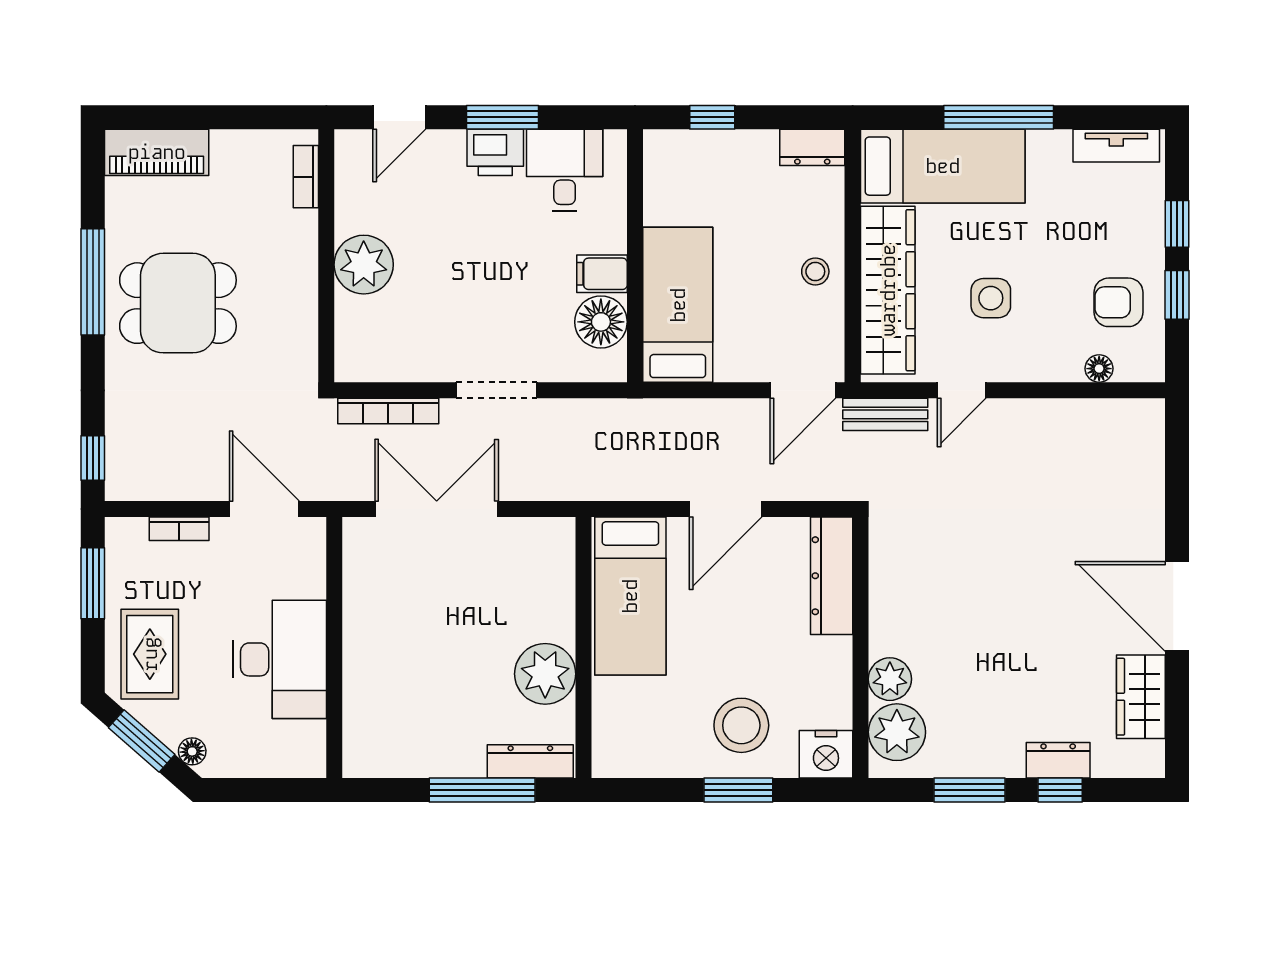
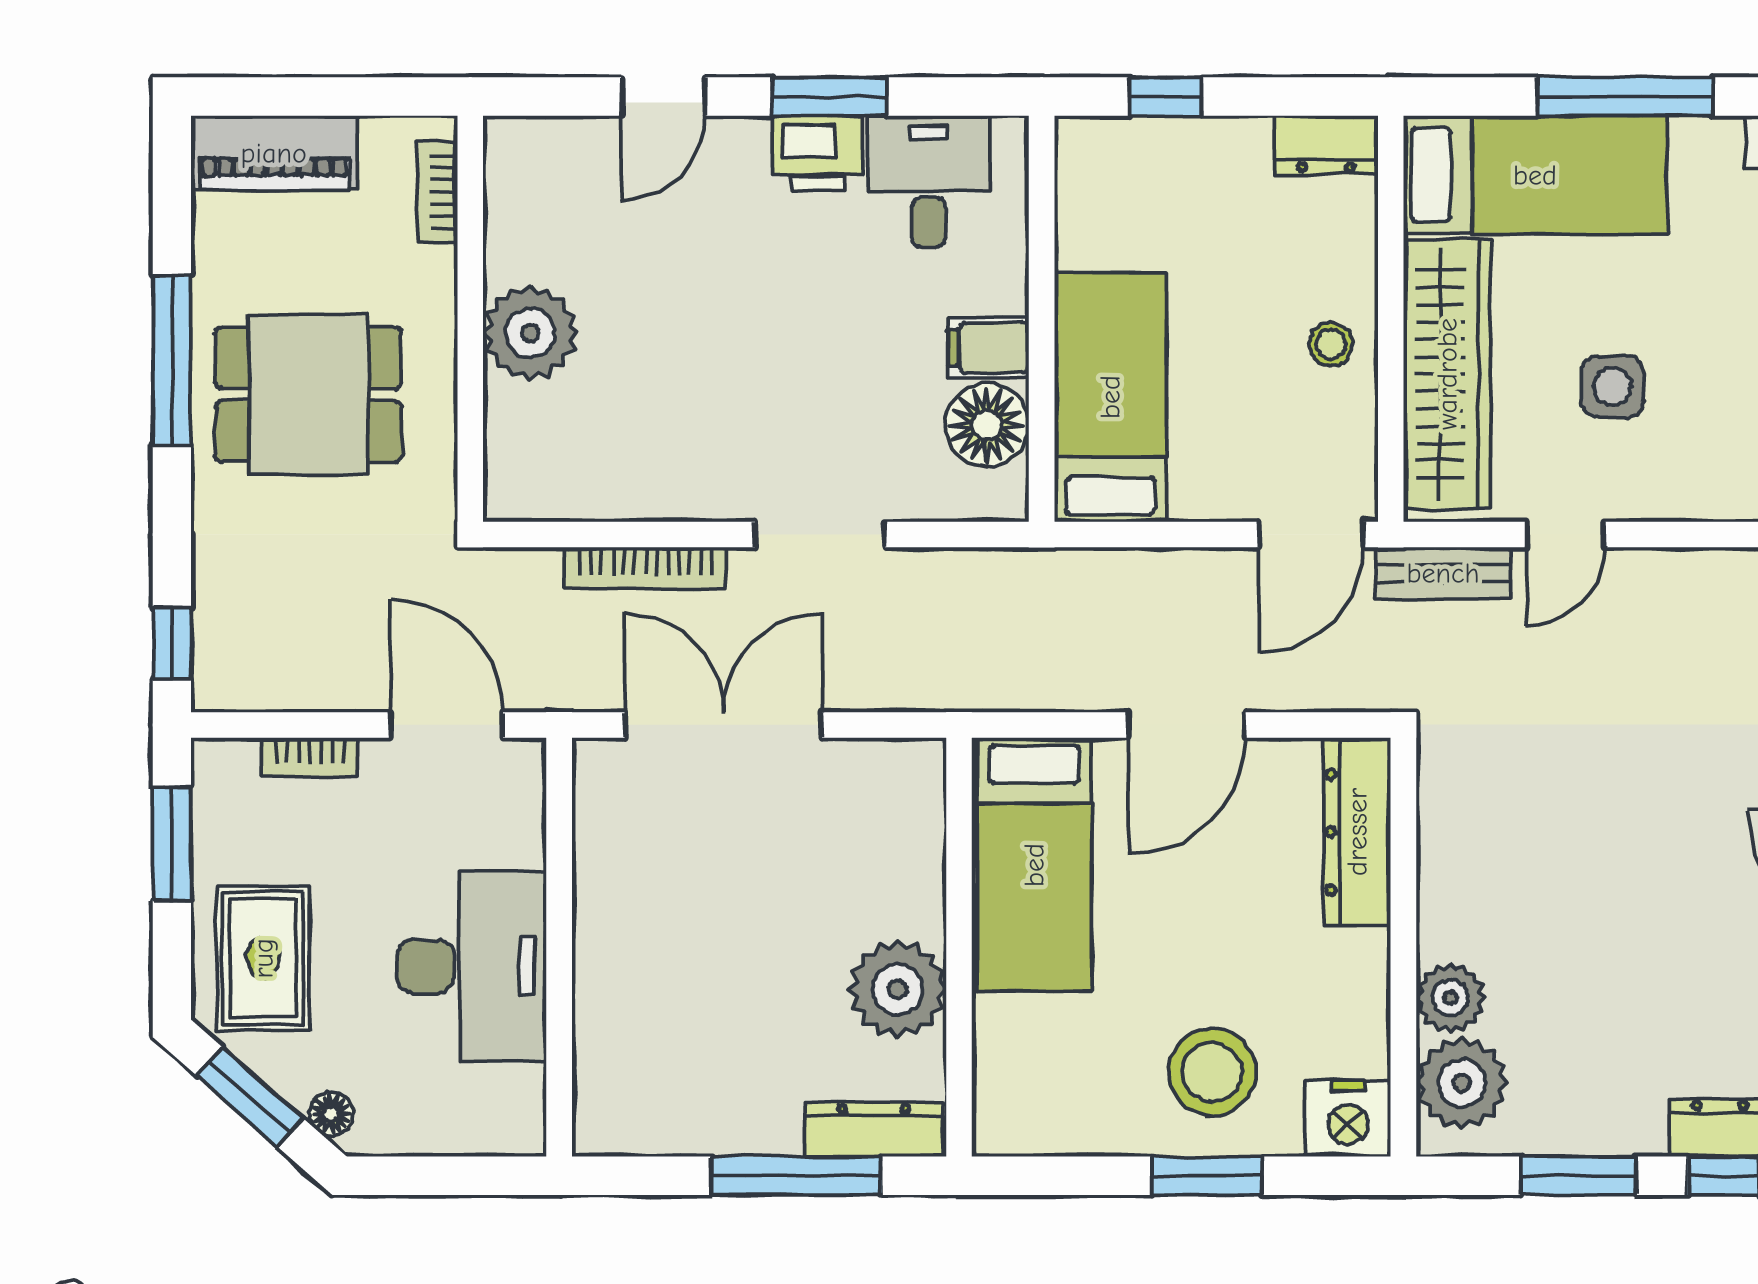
bookcase: (306, 177) -> (437, 192), moved
wall: (326, 256) -> (470, 319), moved
plant: (364, 265) -> (530, 333), moved

